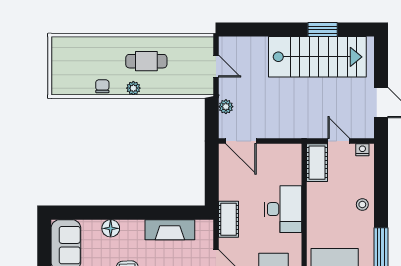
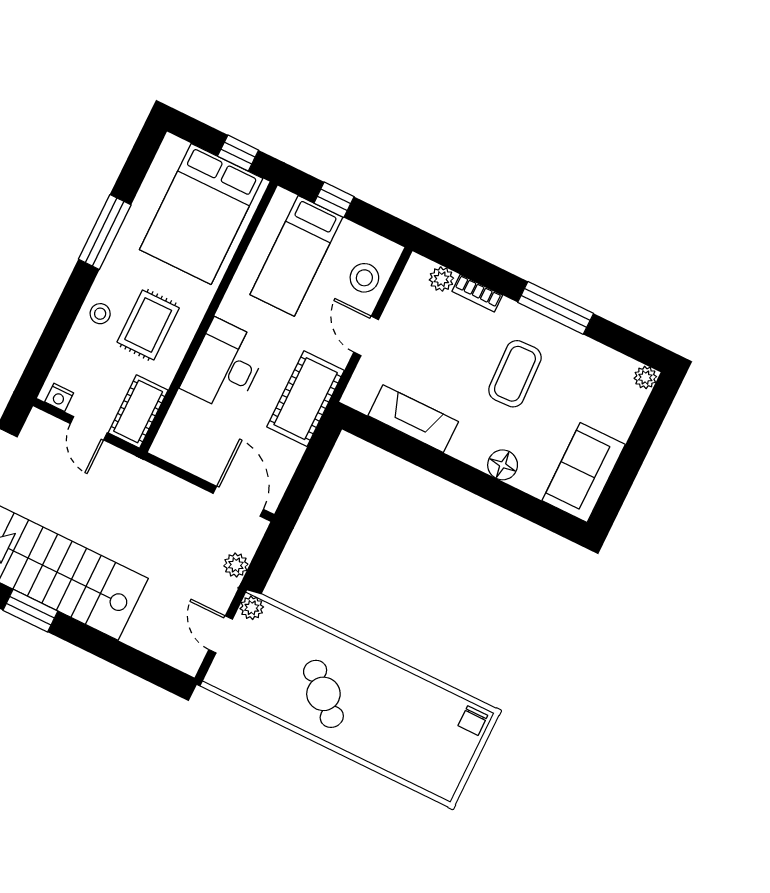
cafe table: (146, 61) -> (323, 694), turned 44
chair: (102, 86) -> (473, 721), moved
plant: (133, 88) -> (252, 608), moved
rug: (334, 211) -> (148, 325), added
cot: (229, 219) -> (306, 399), width x1.37, depth x1.34

